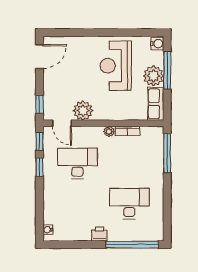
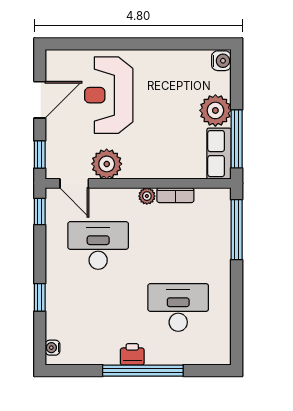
door: (40, 57) -> (40, 100), moved
reception desk: (116, 66) -> (109, 95), moved
window: (167, 70) -> (237, 139), moved
window: (40, 167) -> (40, 297), moved
window: (132, 245) -> (143, 371), moved

